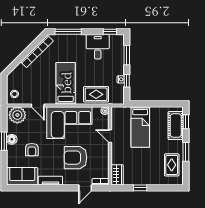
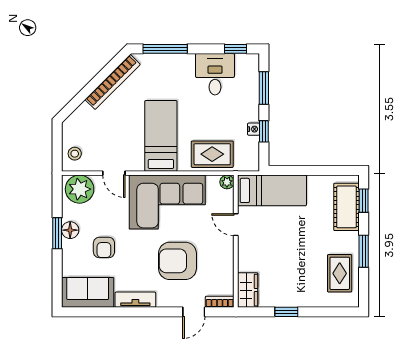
bed: (140, 127) -> (272, 190), moved, turned -90

